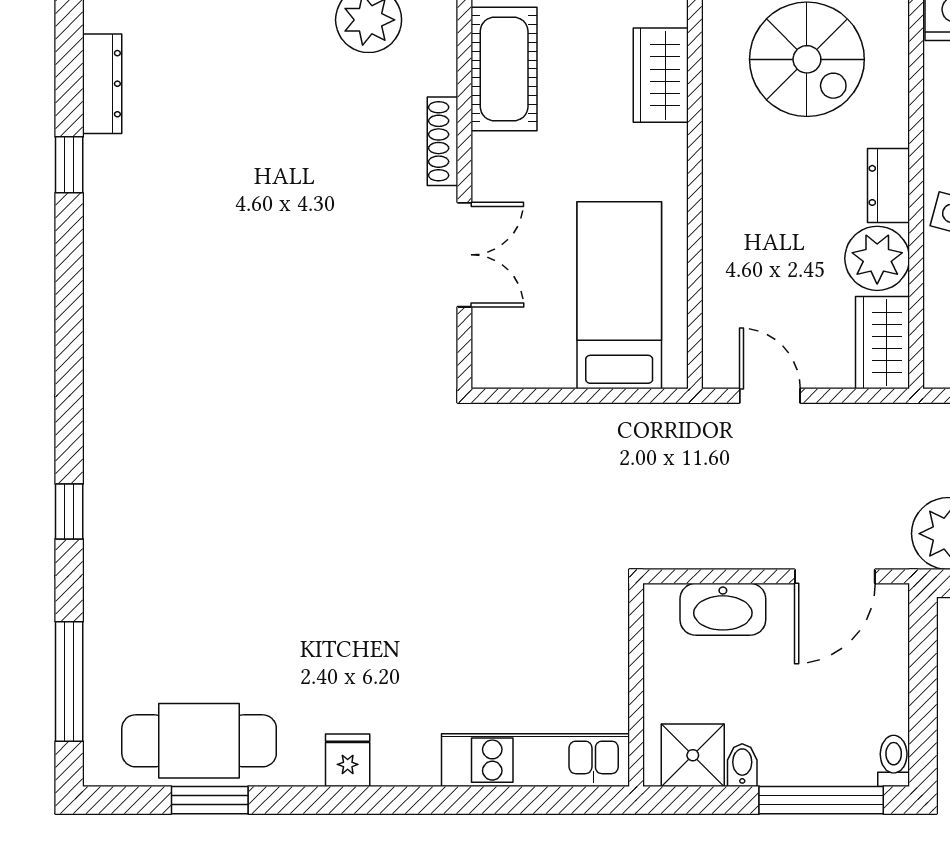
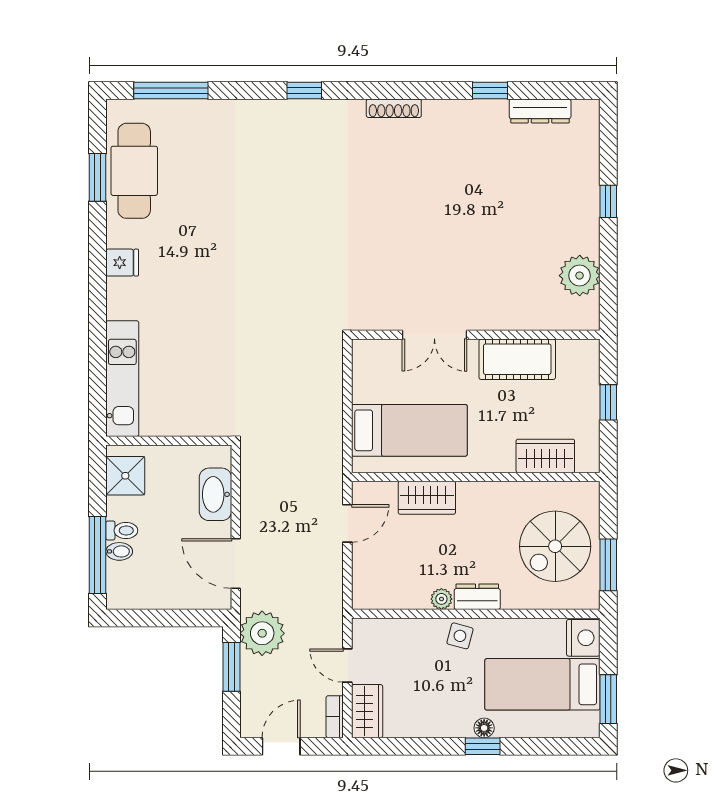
cot: (504, 69) -> (517, 359), moved
shoe rack: (443, 141) -> (394, 108), moved, turned 180
plant: (877, 258) -> (441, 599), width x0.53, depth x0.53
wardrobe: (883, 343) -> (427, 498), moved, turned 180
window: (69, 511) -> (304, 91), moved
toilet: (894, 761) -> (122, 530), moved
bidet: (742, 765) -> (119, 551), moved

